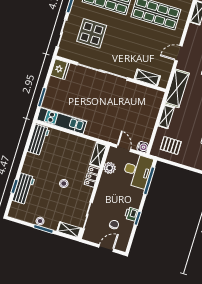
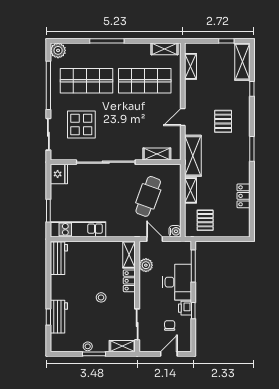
cafe table: (129, 111) -> (148, 196), added
pallet: (171, 145) -> (205, 220), turned 90
desk: (137, 171) -> (177, 282), moved

